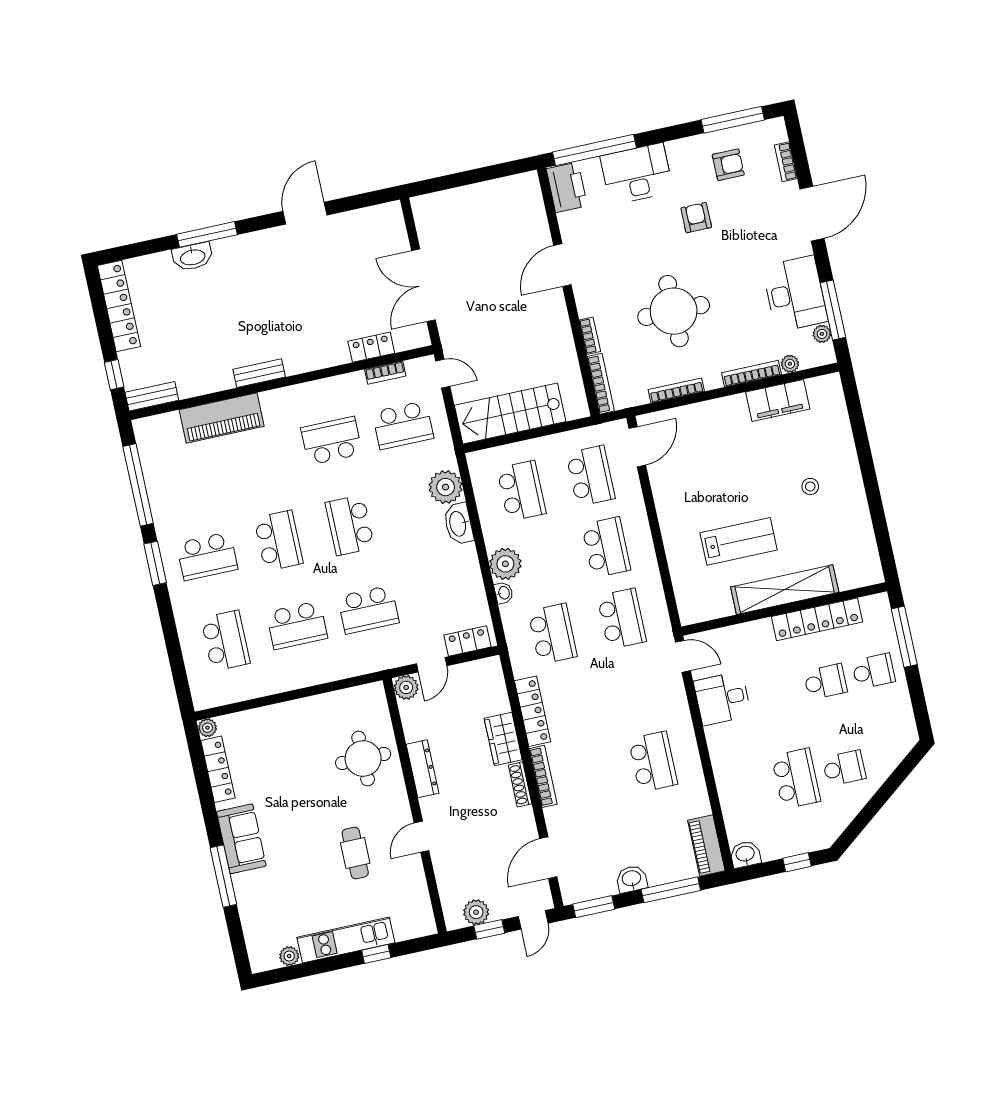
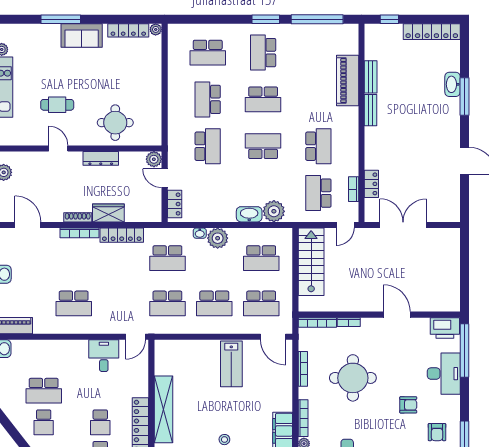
bench: (152, 396) -> (371, 77), moved
lab bench: (739, 541) -> (231, 364), moved
school desk: (368, 610) -> (208, 146), turned 180

